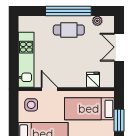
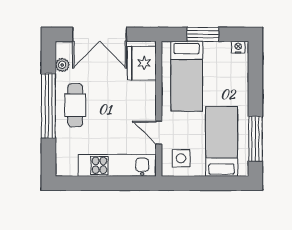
double door: (119, 47) -> (100, 34), width x1.37
fridge: (93, 80) -> (142, 63), width x1.88, depth x1.34
door: (49, 89) -> (159, 133), hinge flipped

